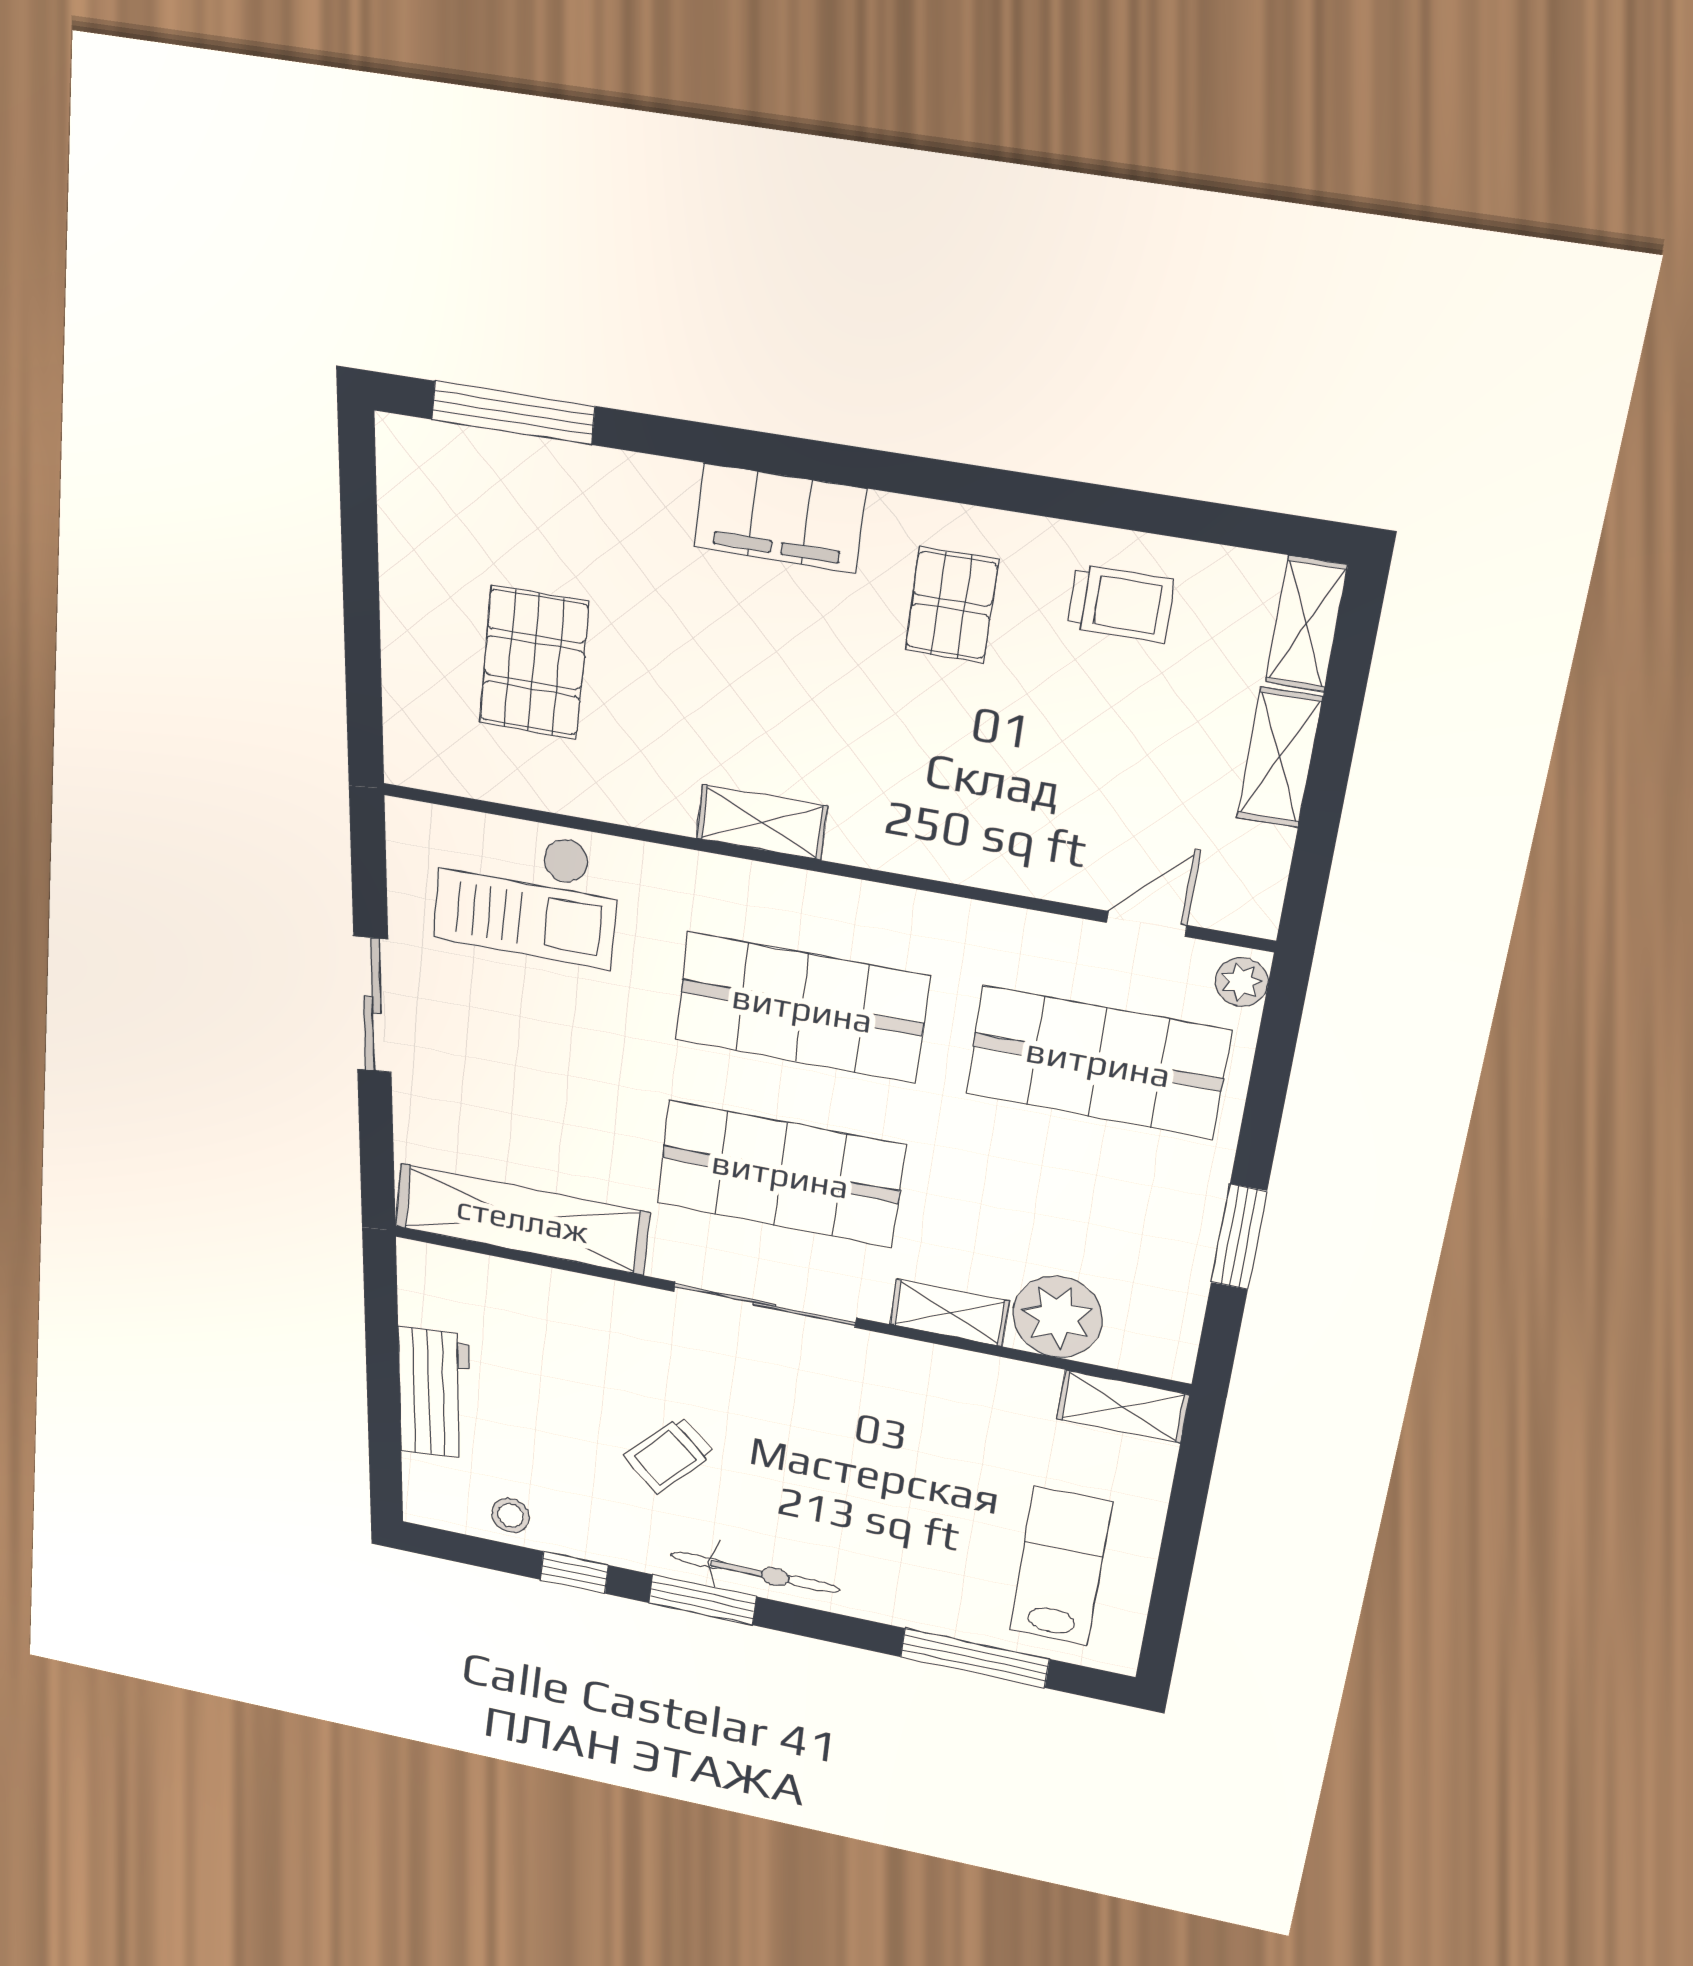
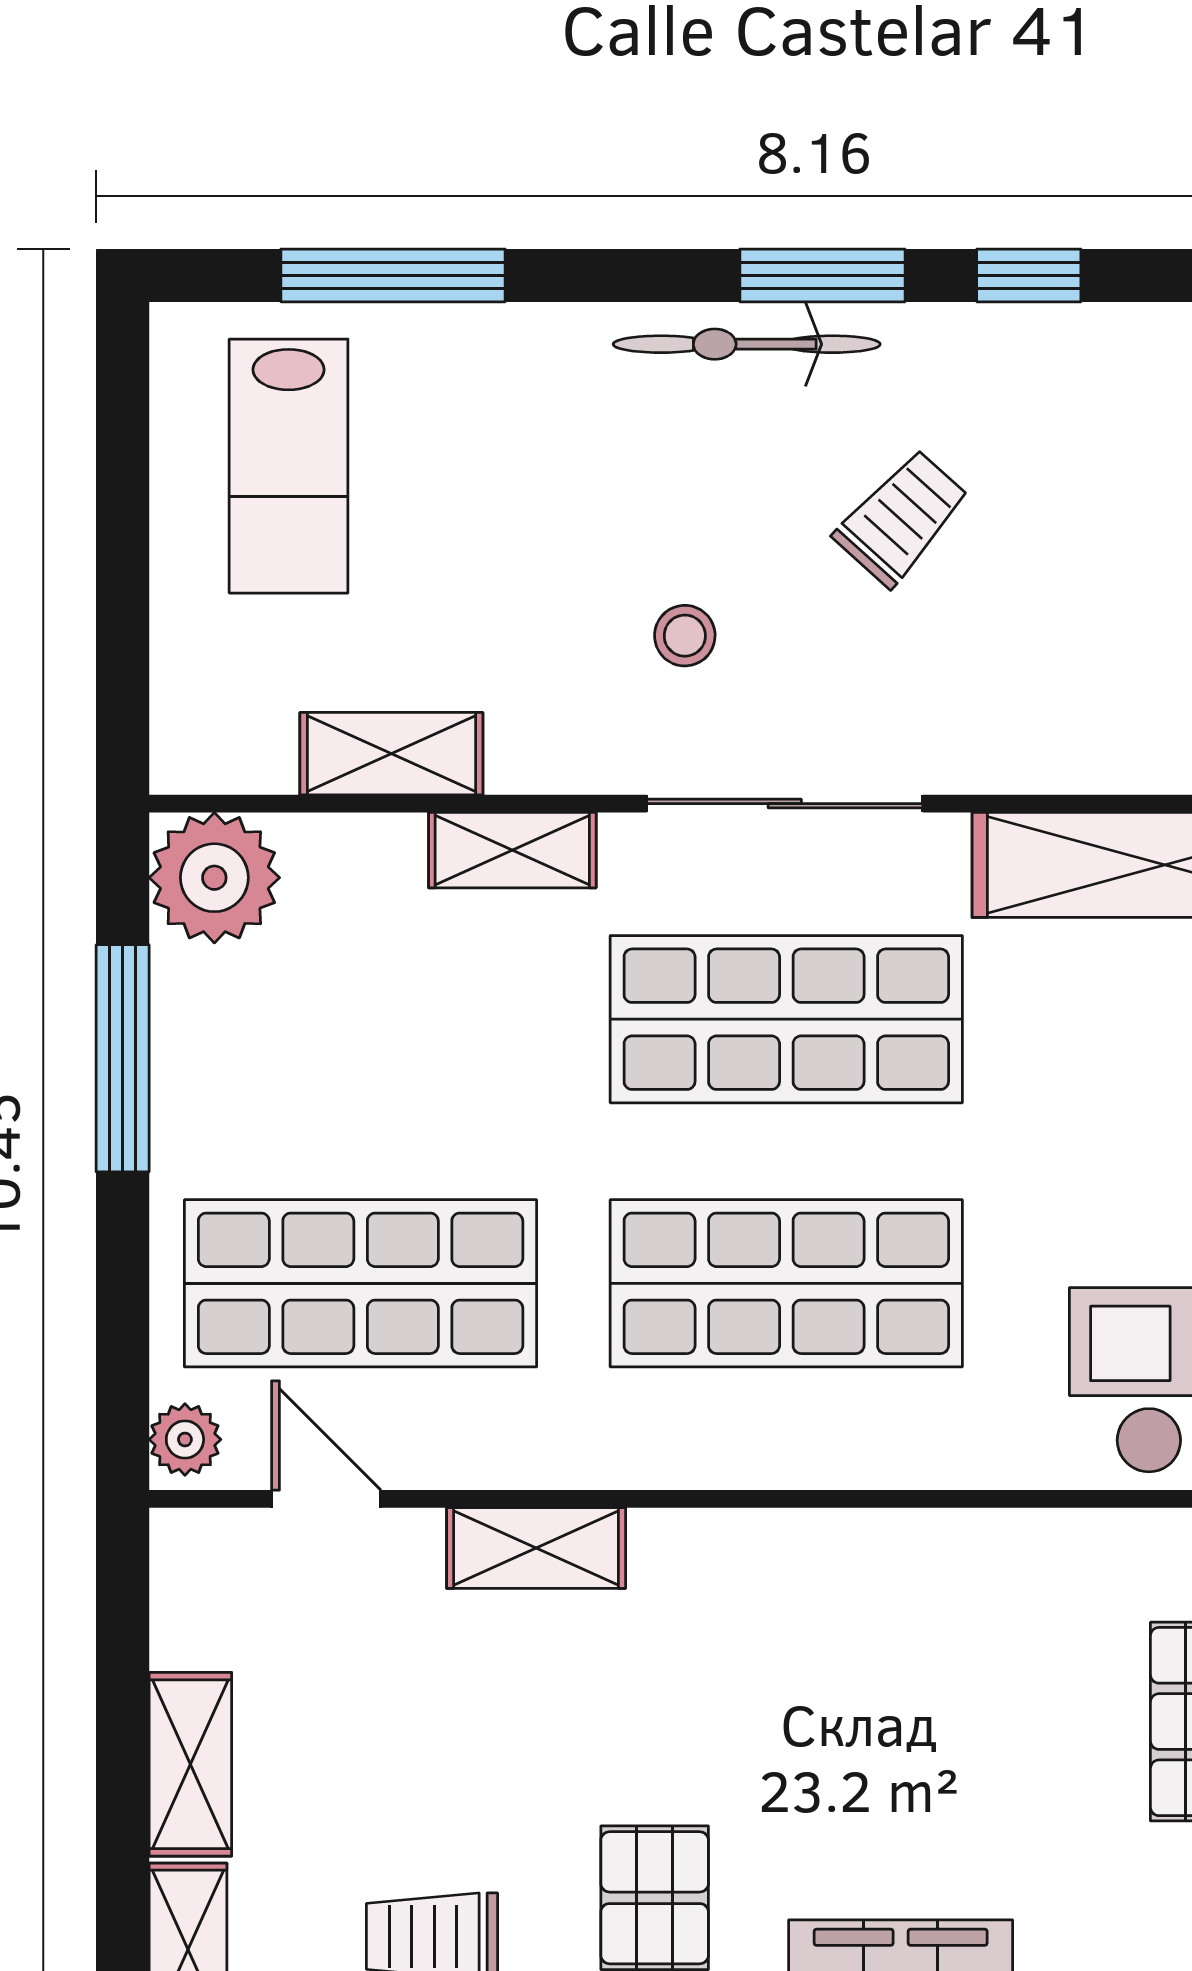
shelving: (762, 822) -> (536, 1548), moved
door: (1147, 924) -> (326, 1499), swing flipped
window: (1239, 1237) -> (123, 1058), width x1.44
plant: (1057, 1317) -> (214, 878), moved
shelving: (1123, 1407) -> (391, 754), moved
stool: (511, 1515) -> (685, 636), moved

